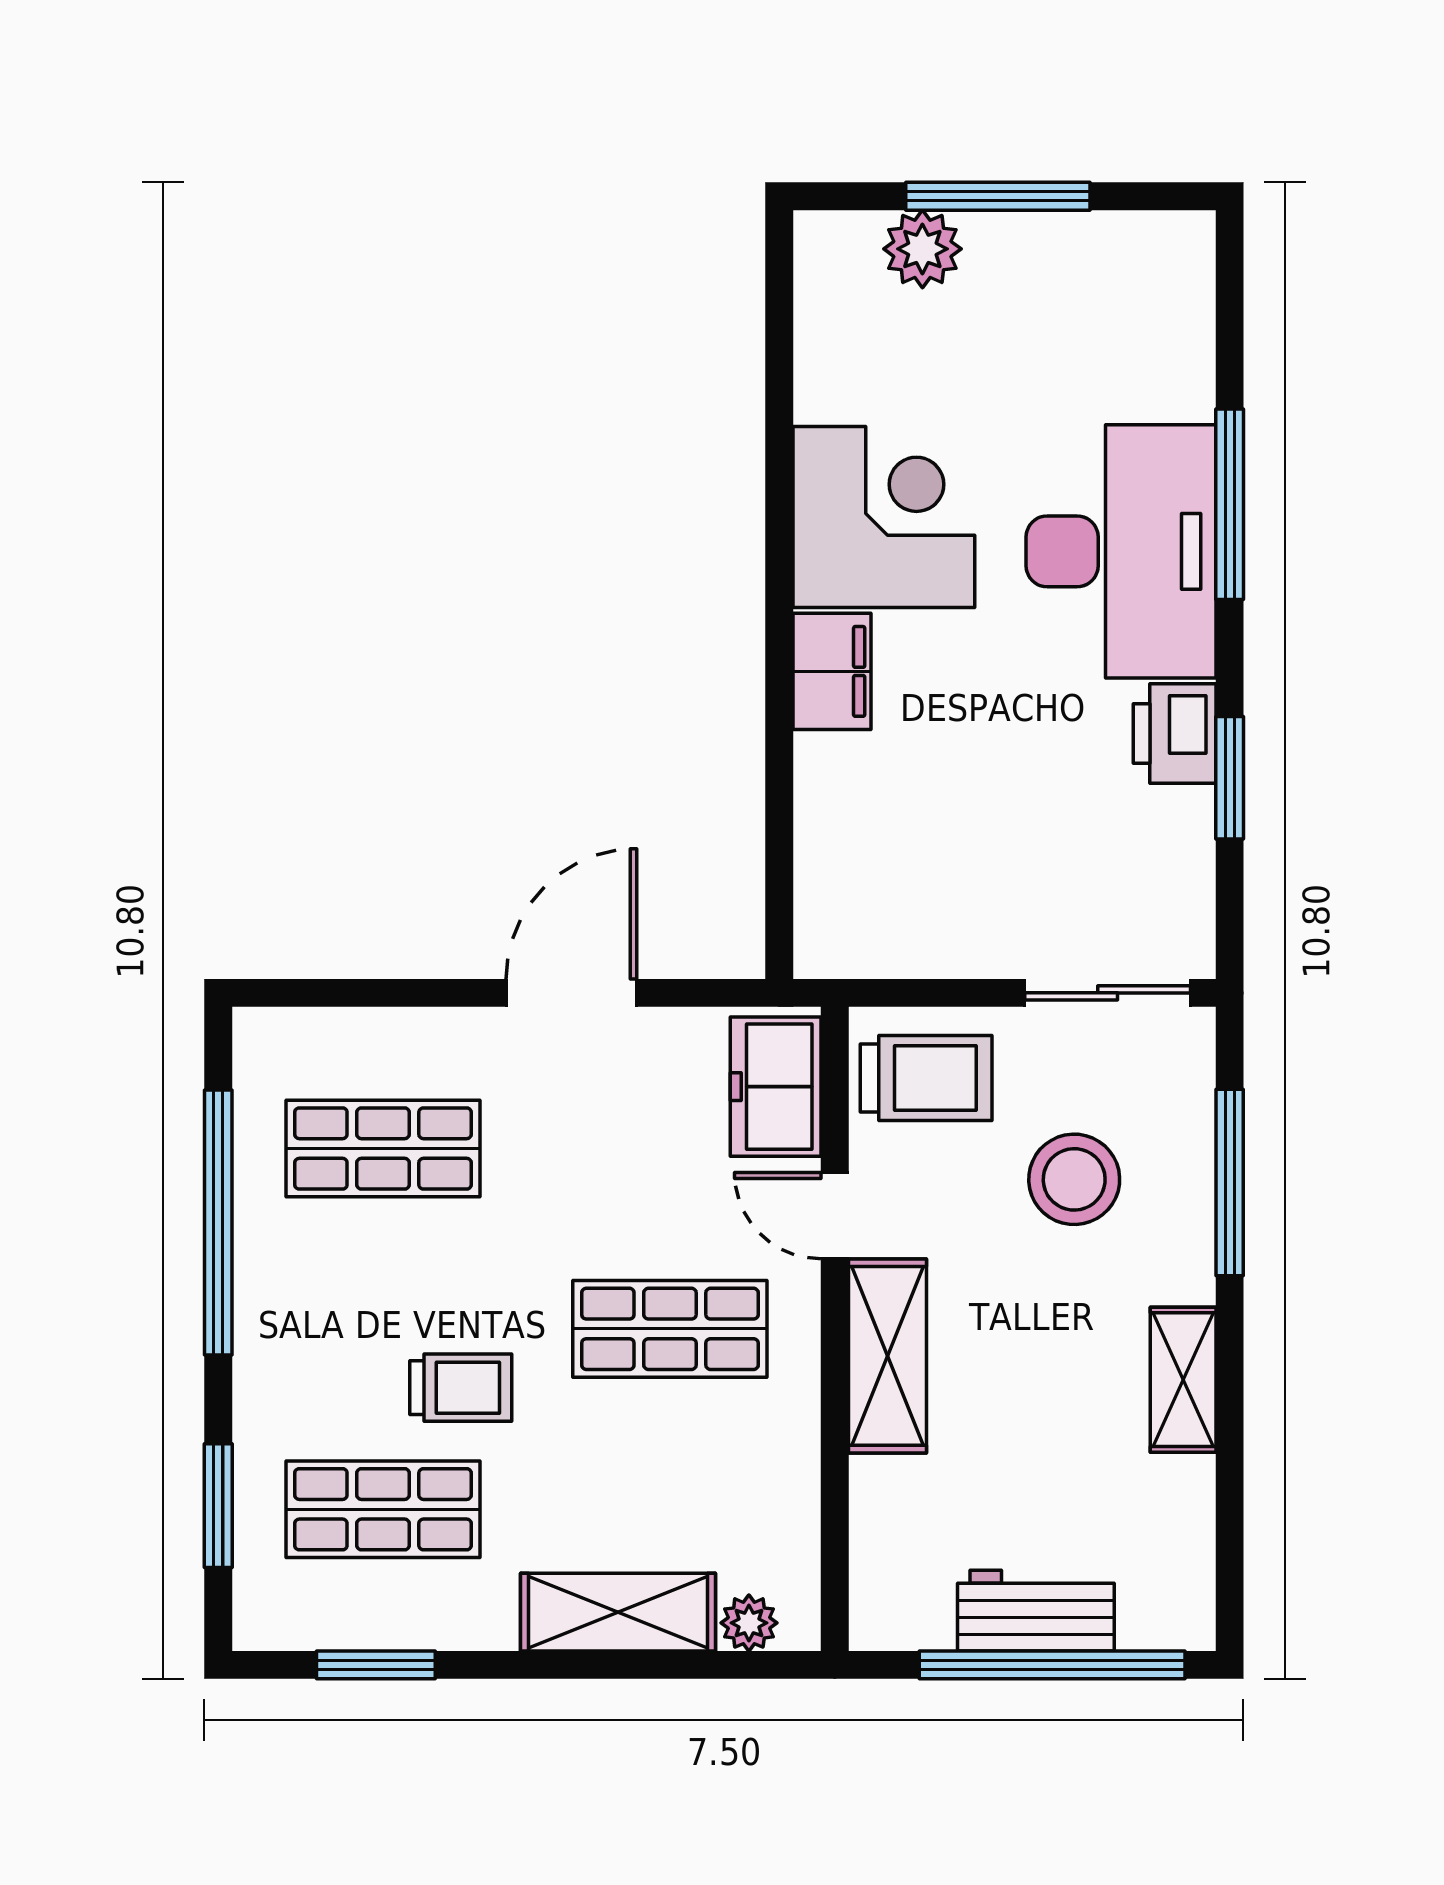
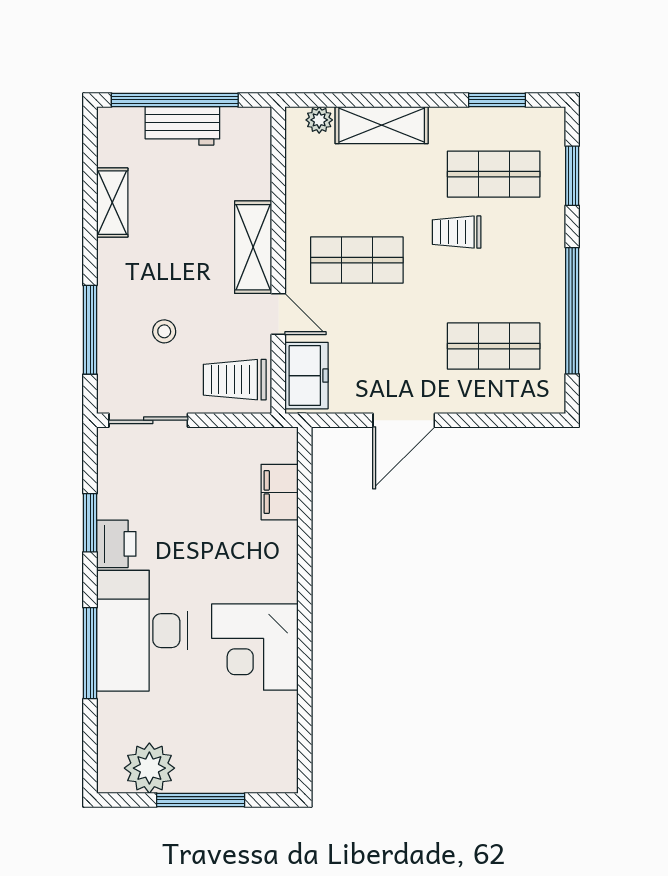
plant: (922, 249) -> (149, 768), moved, width x1.36, depth x1.36
filing cabinet: (832, 671) -> (280, 492), moved
stool: (1074, 1179) -> (164, 331), width x0.53, depth x0.53
shelving: (1183, 1380) -> (112, 203), moved

